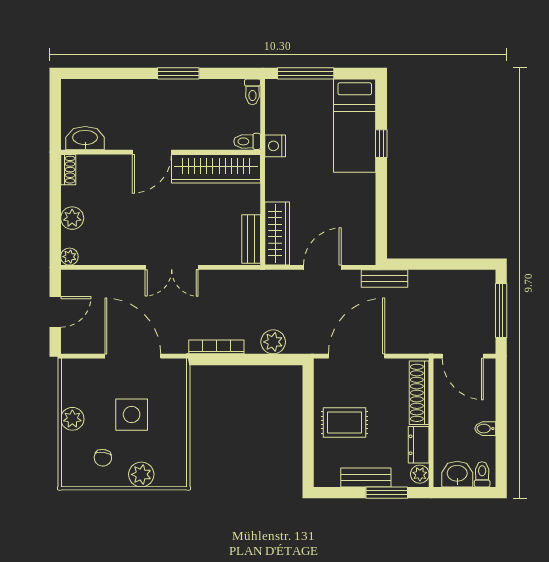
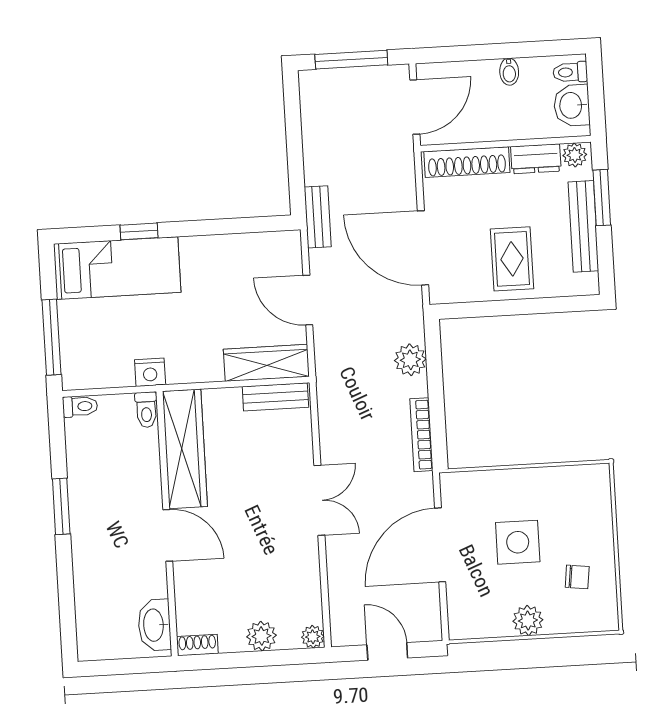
plant: (141, 474) -> (596, 525), removed
bench: (366, 477) -> (583, 226), width x1.36

